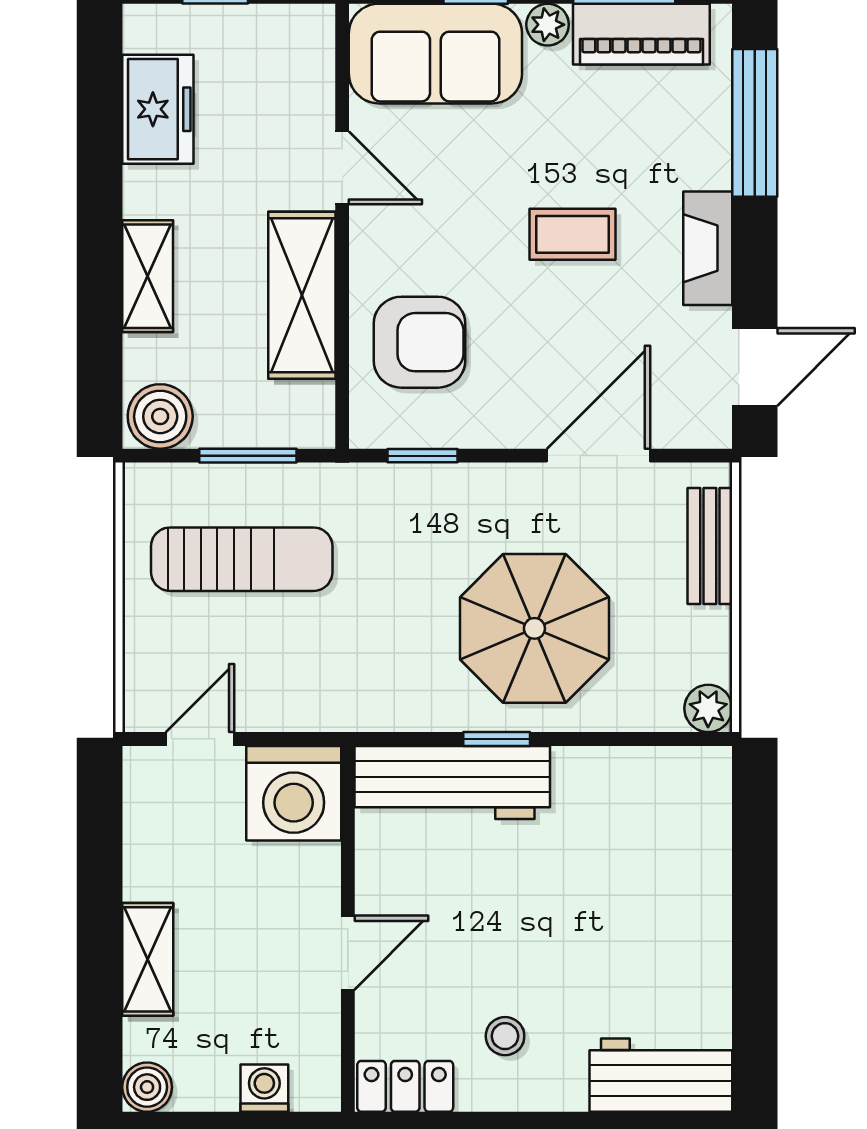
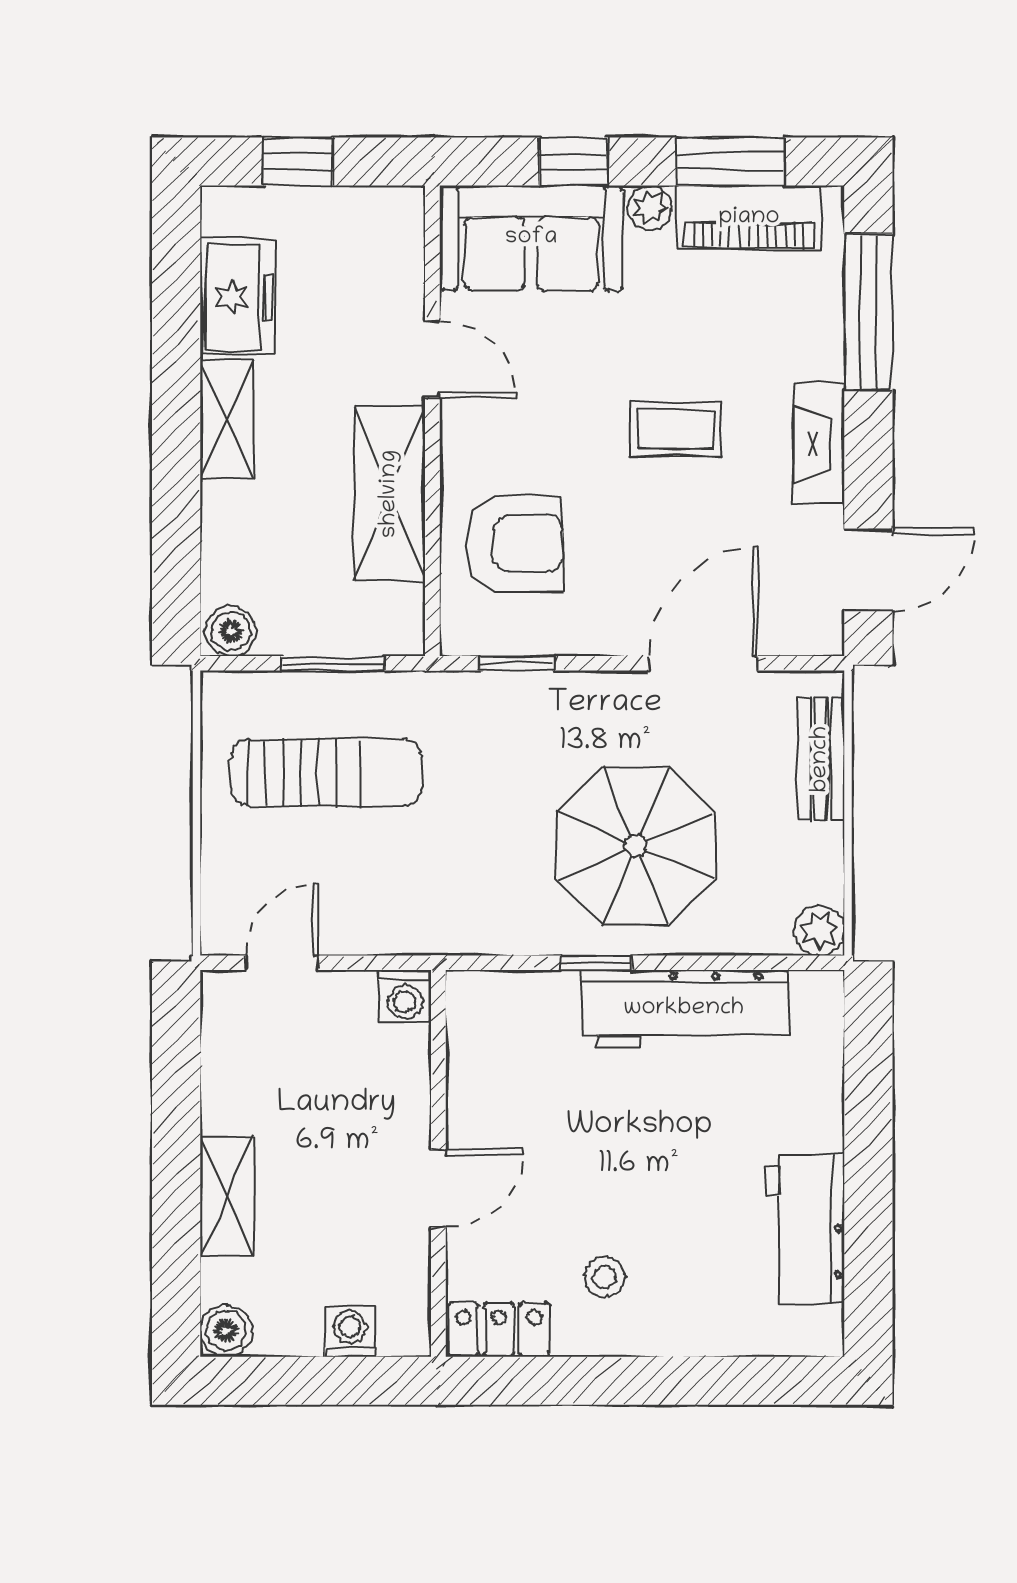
shelving: (148, 276) -> (227, 419), moved
boiler: (160, 416) -> (231, 631), width x0.73, depth x0.73
workbench: (452, 782) -> (684, 1009), moved
washing machine: (294, 793) -> (405, 996), width x0.53, depth x0.53
workbench: (661, 1075) -> (806, 1229), moved, turned -90

